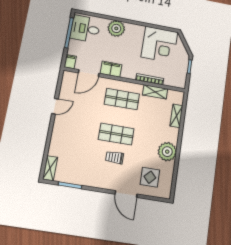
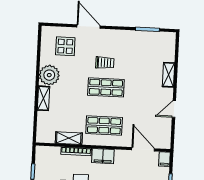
filing cabinet: (111, 69) -> (103, 156), moved
door: (89, 73) -> (143, 149), hinge flipped
shelving: (176, 116) -> (44, 98), moved
shelving: (50, 168) -> (168, 75), moved

